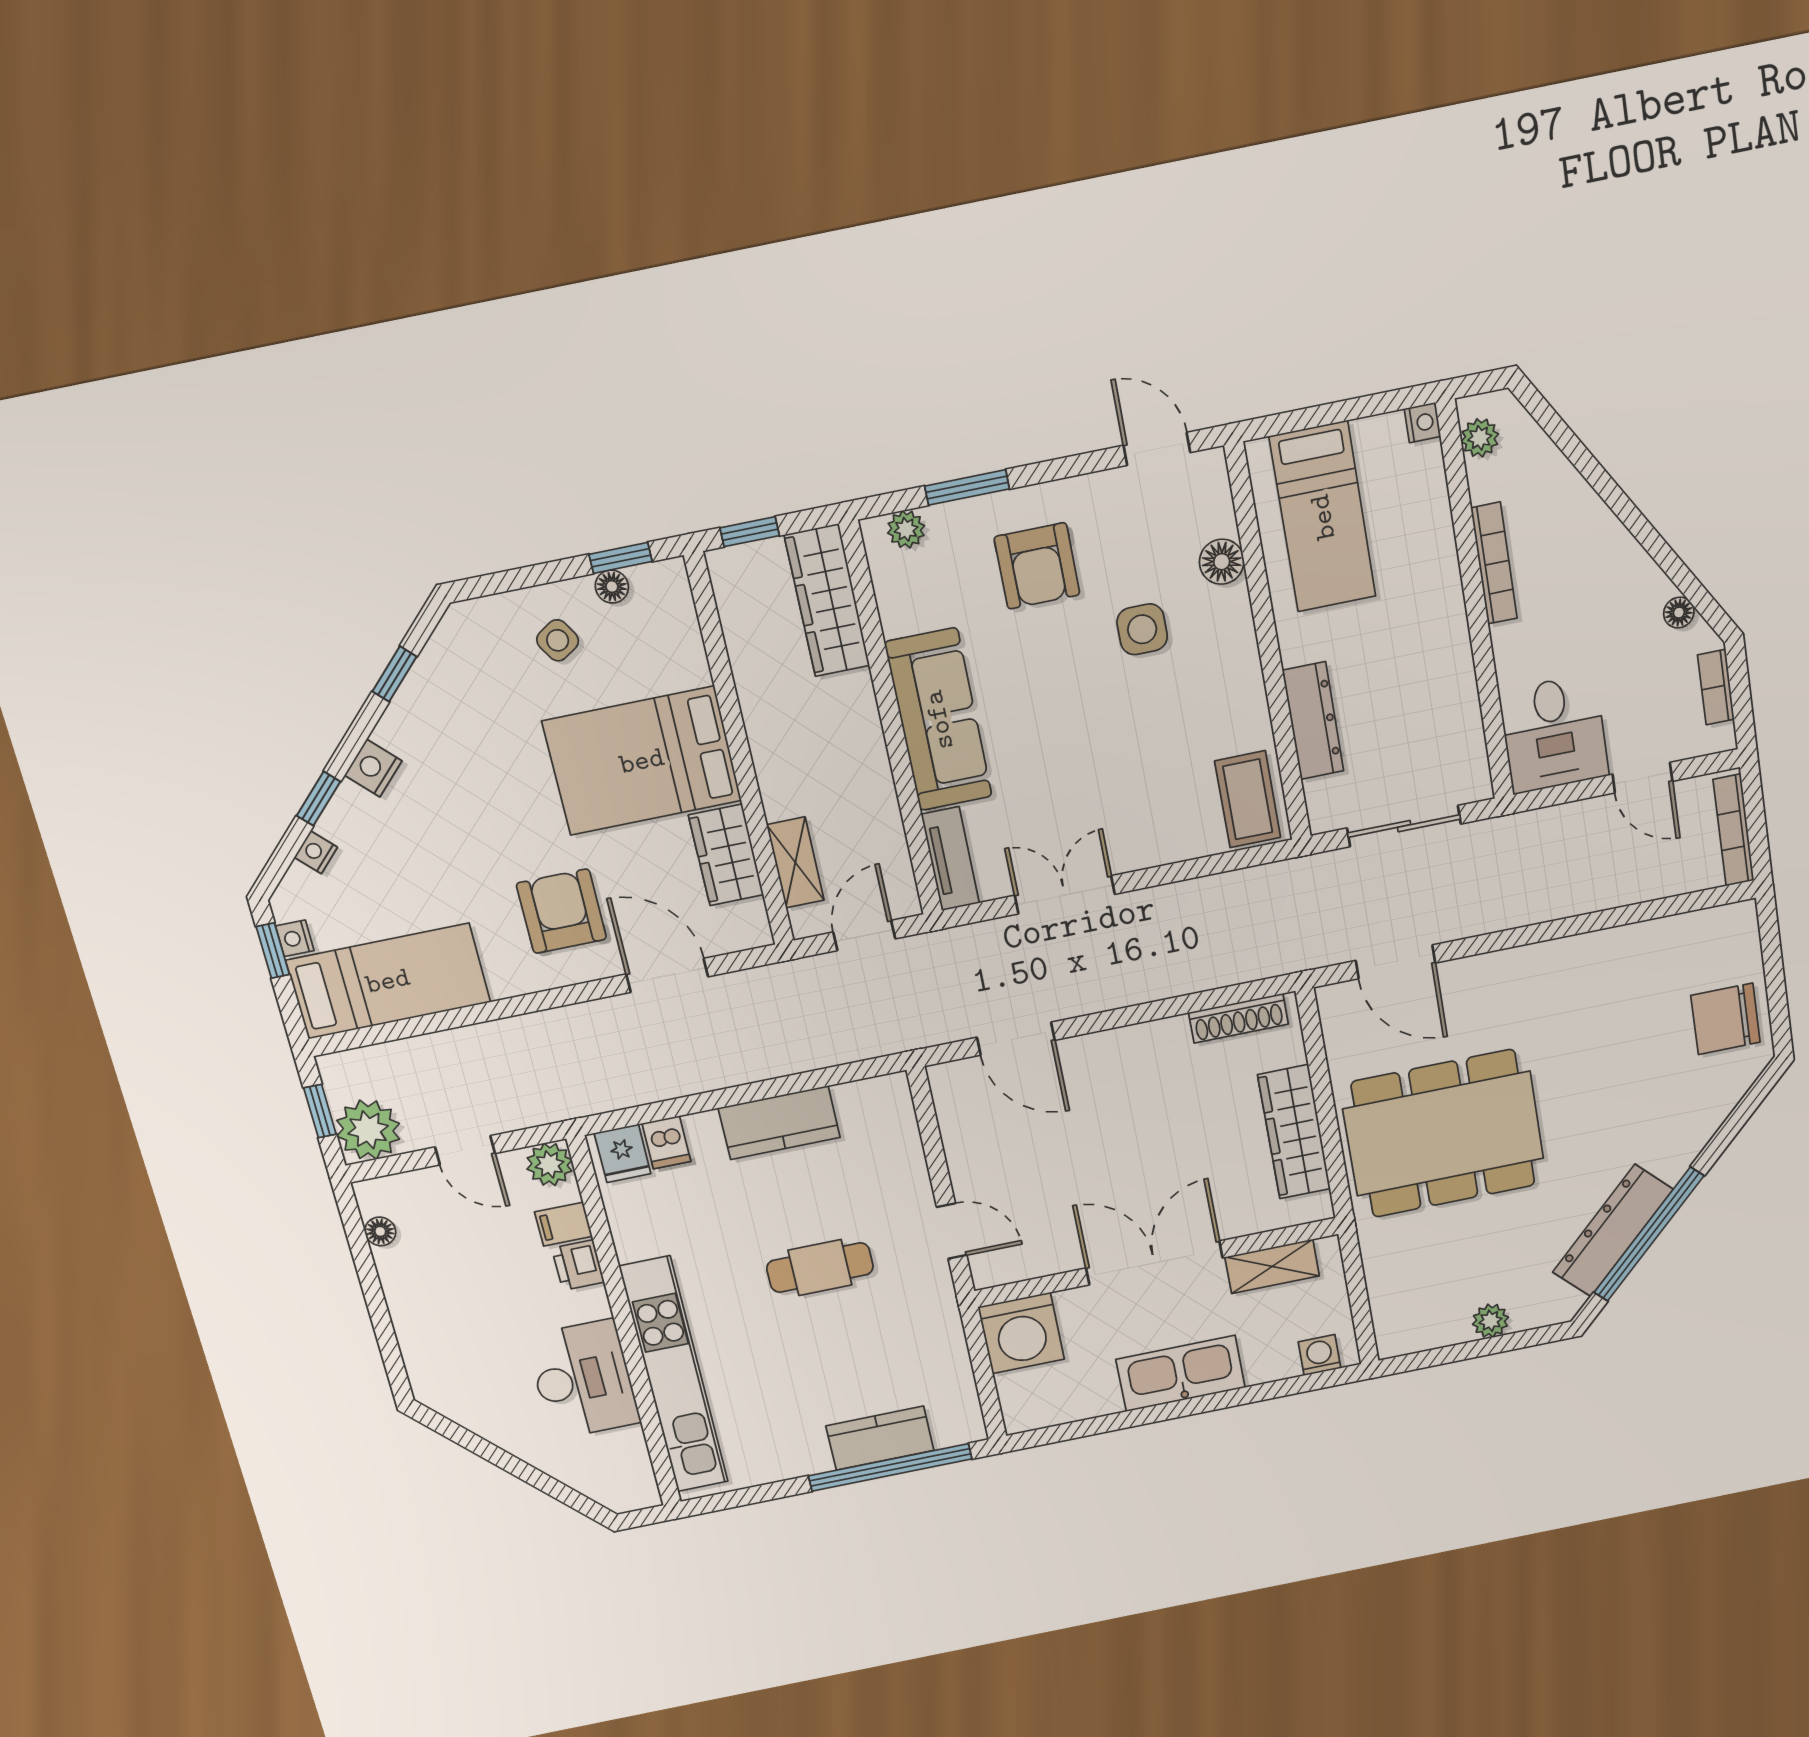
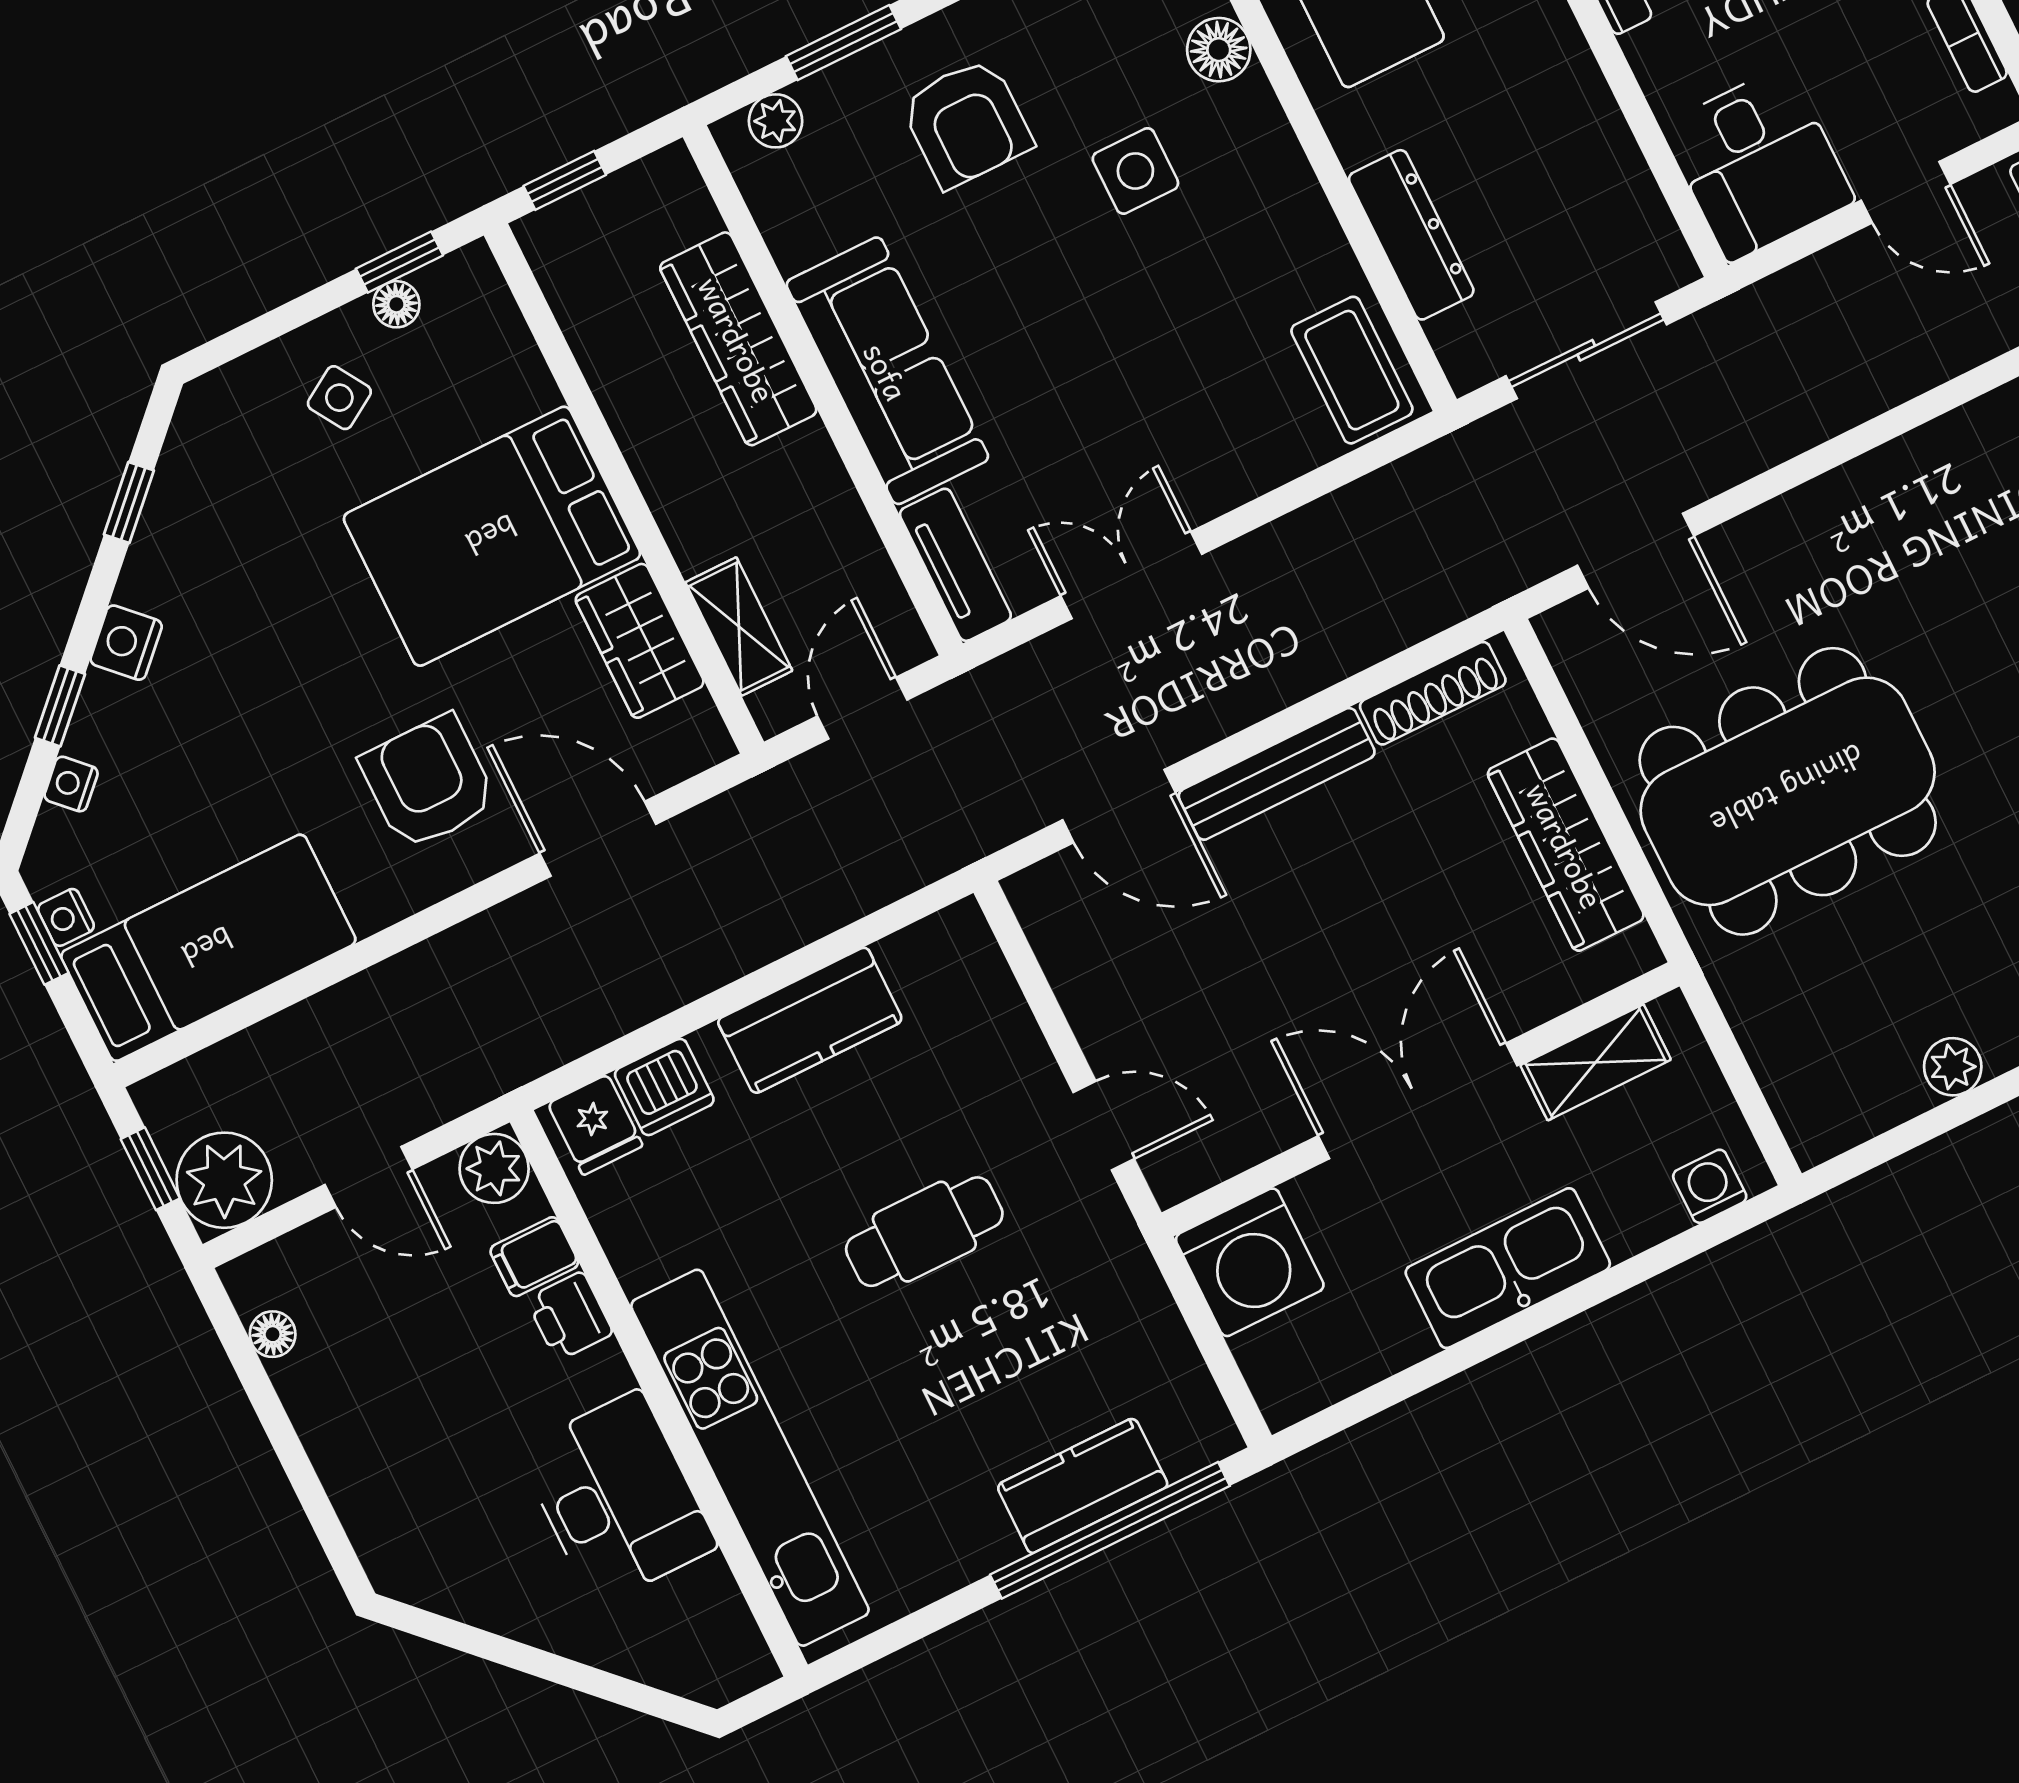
wardrobe: (827, 600) -> (738, 339), moved
bench: (1123, 1044) -> (1277, 774), added
dishwasher: (666, 1142) -> (664, 1087), width x1.38

